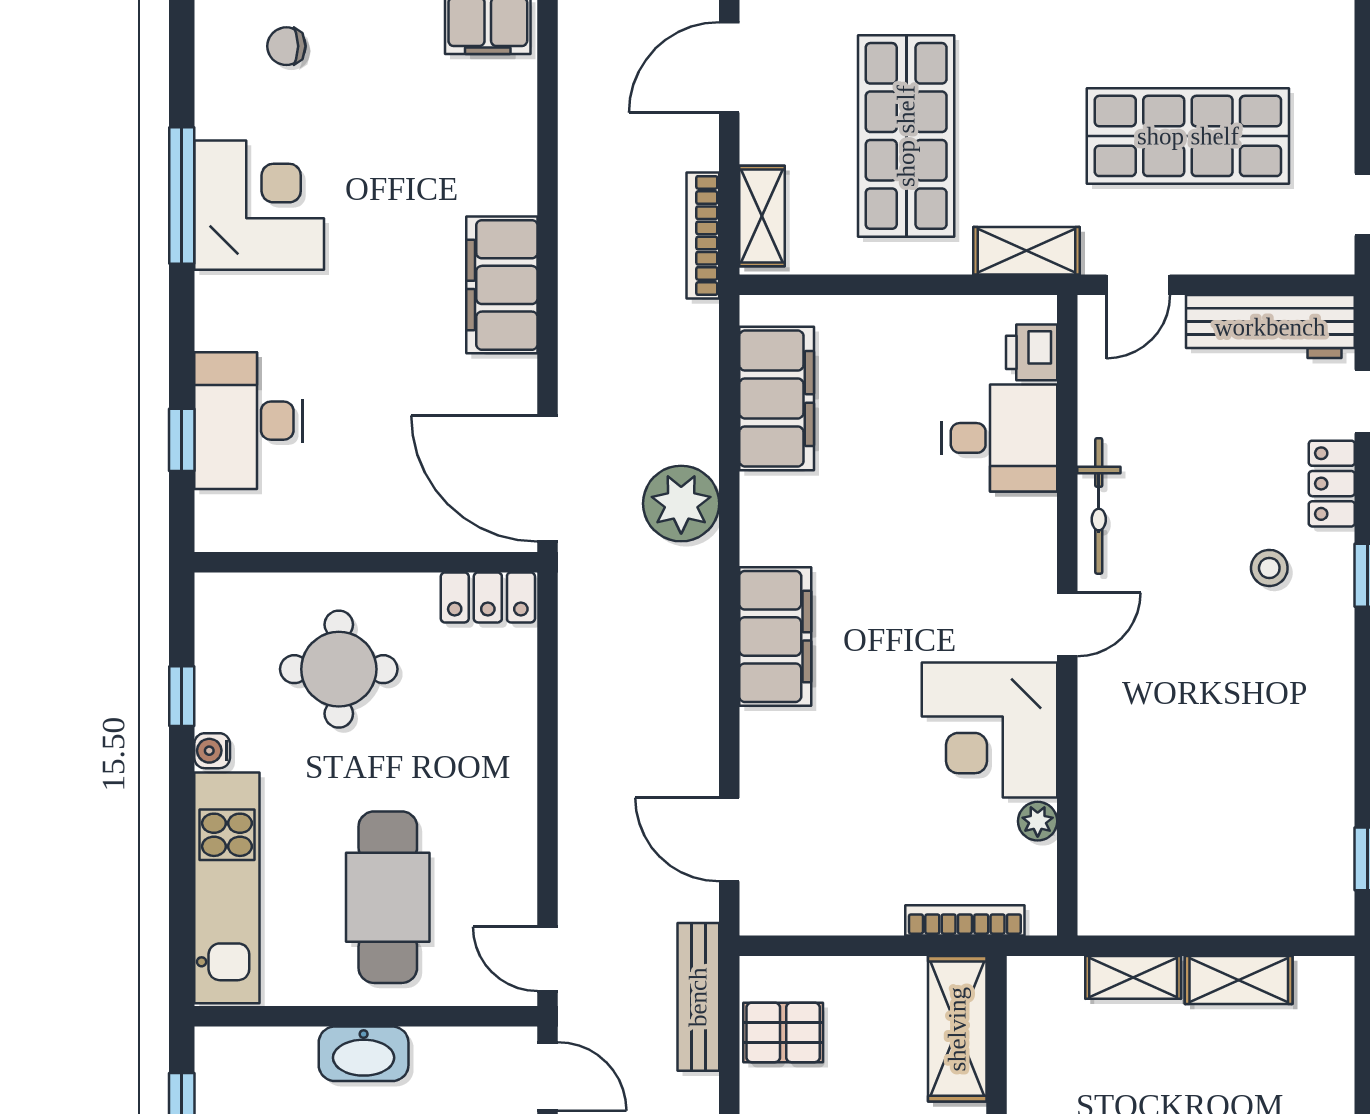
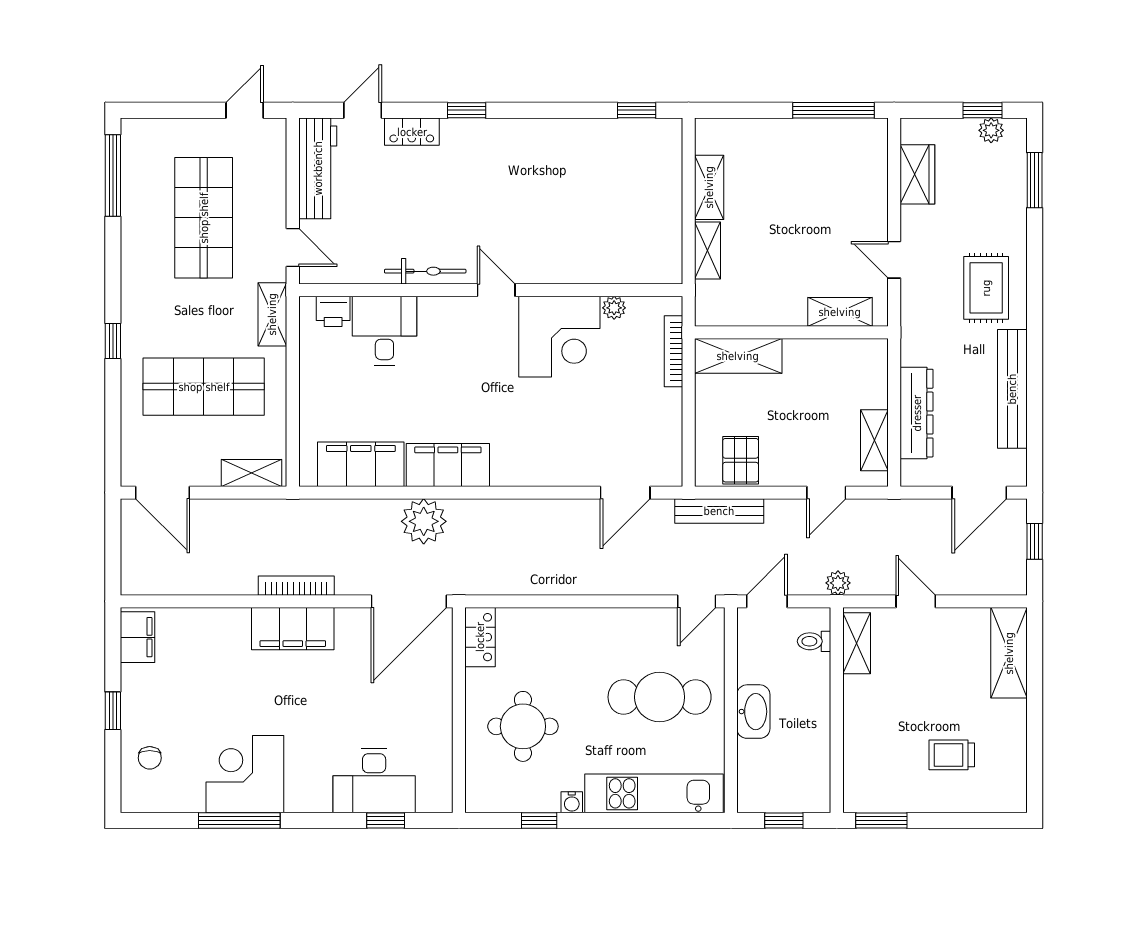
bookcase: (703, 235) -> (296, 586), moved, turned 180
stool: (1269, 568) -> (462, 169), removed
filing cabinet: (775, 636) -> (448, 465), moved

